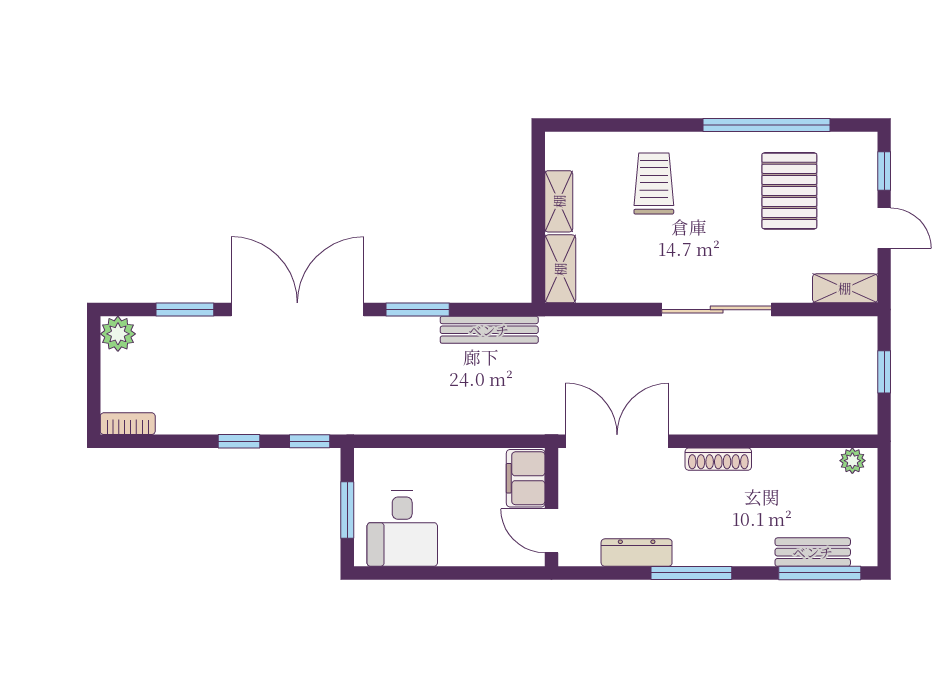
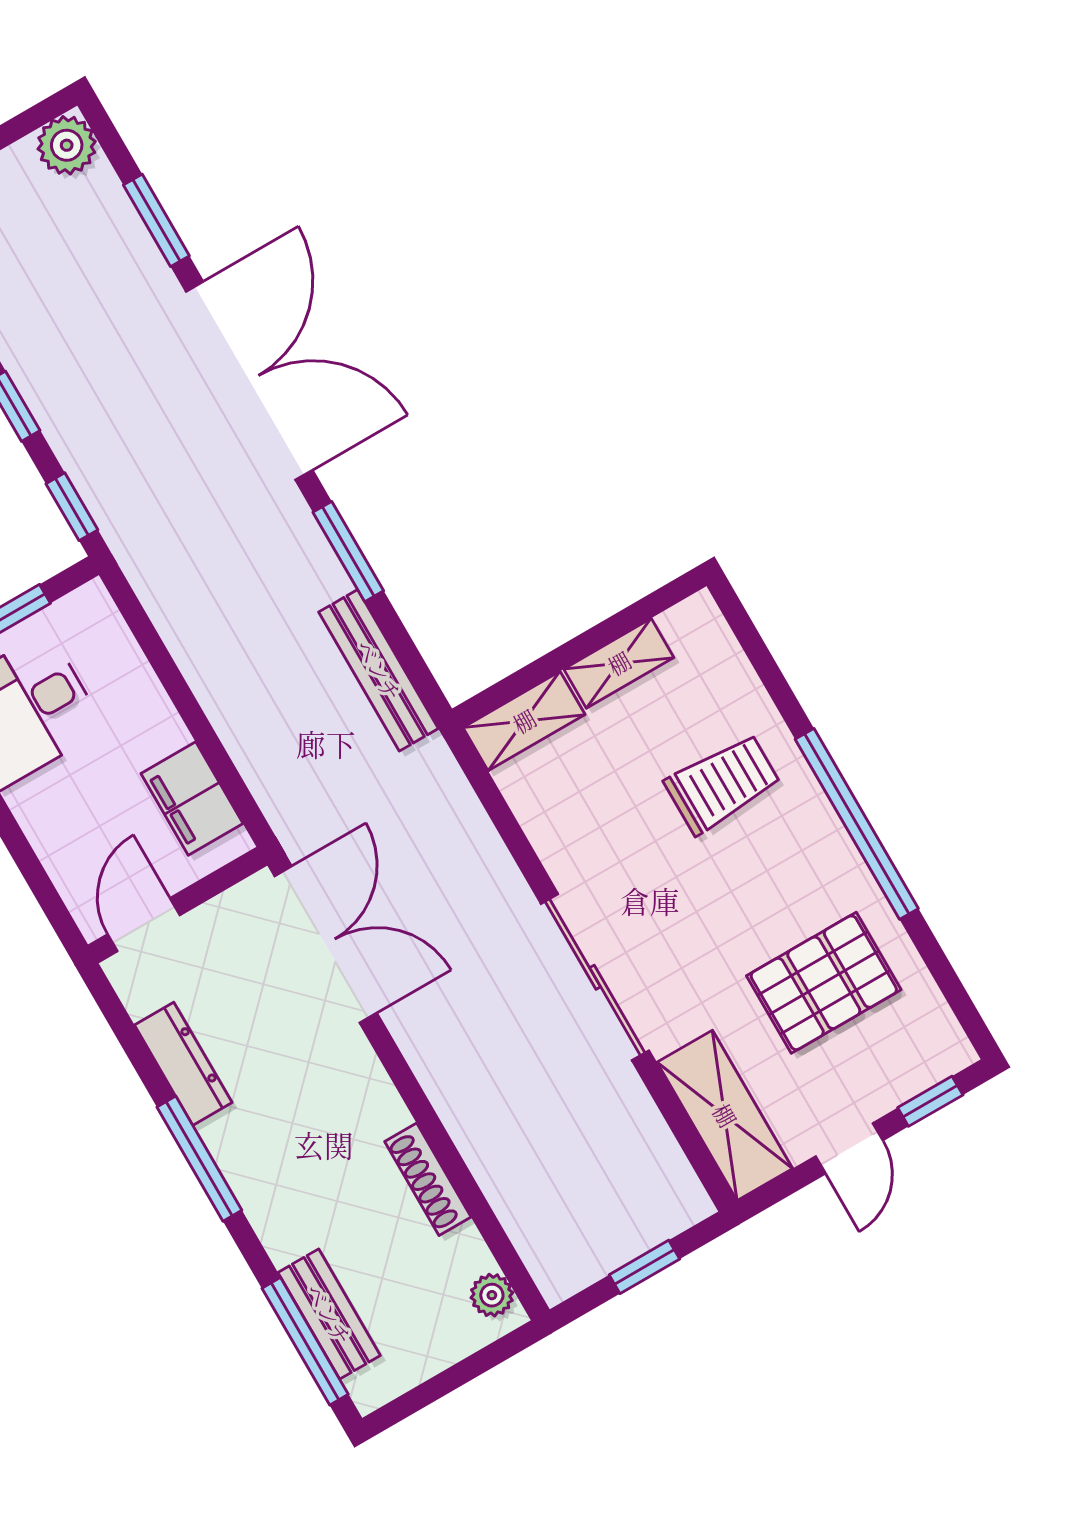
window: (767, 125) -> (857, 824), moved
shelving: (845, 288) -> (725, 1115), width x1.50, depth x1.33
shoe rack: (718, 459) -> (428, 1179), moved
filing cabinet: (526, 478) -> (192, 799), moved, turned -90

